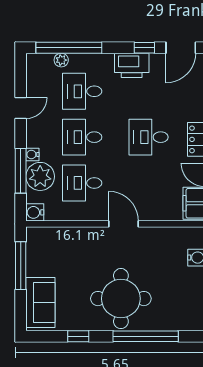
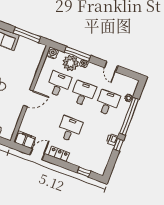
window: (69, 48) -> (129, 116), moved
door: (181, 48) -> (111, 164), removed
printer: (132, 65) -> (112, 140), width x0.53, depth x0.68

